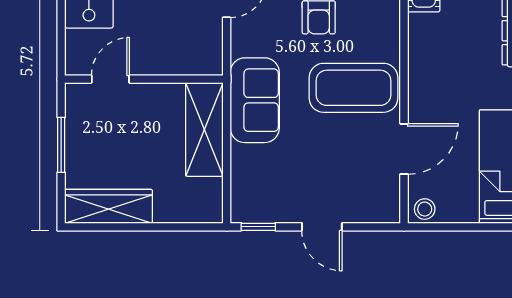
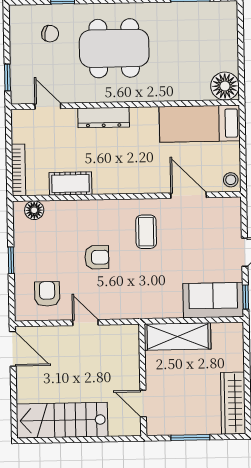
coffee table: (353, 88) -> (146, 232), width x0.54, depth x0.58
sofa: (255, 100) -> (213, 300), moved

